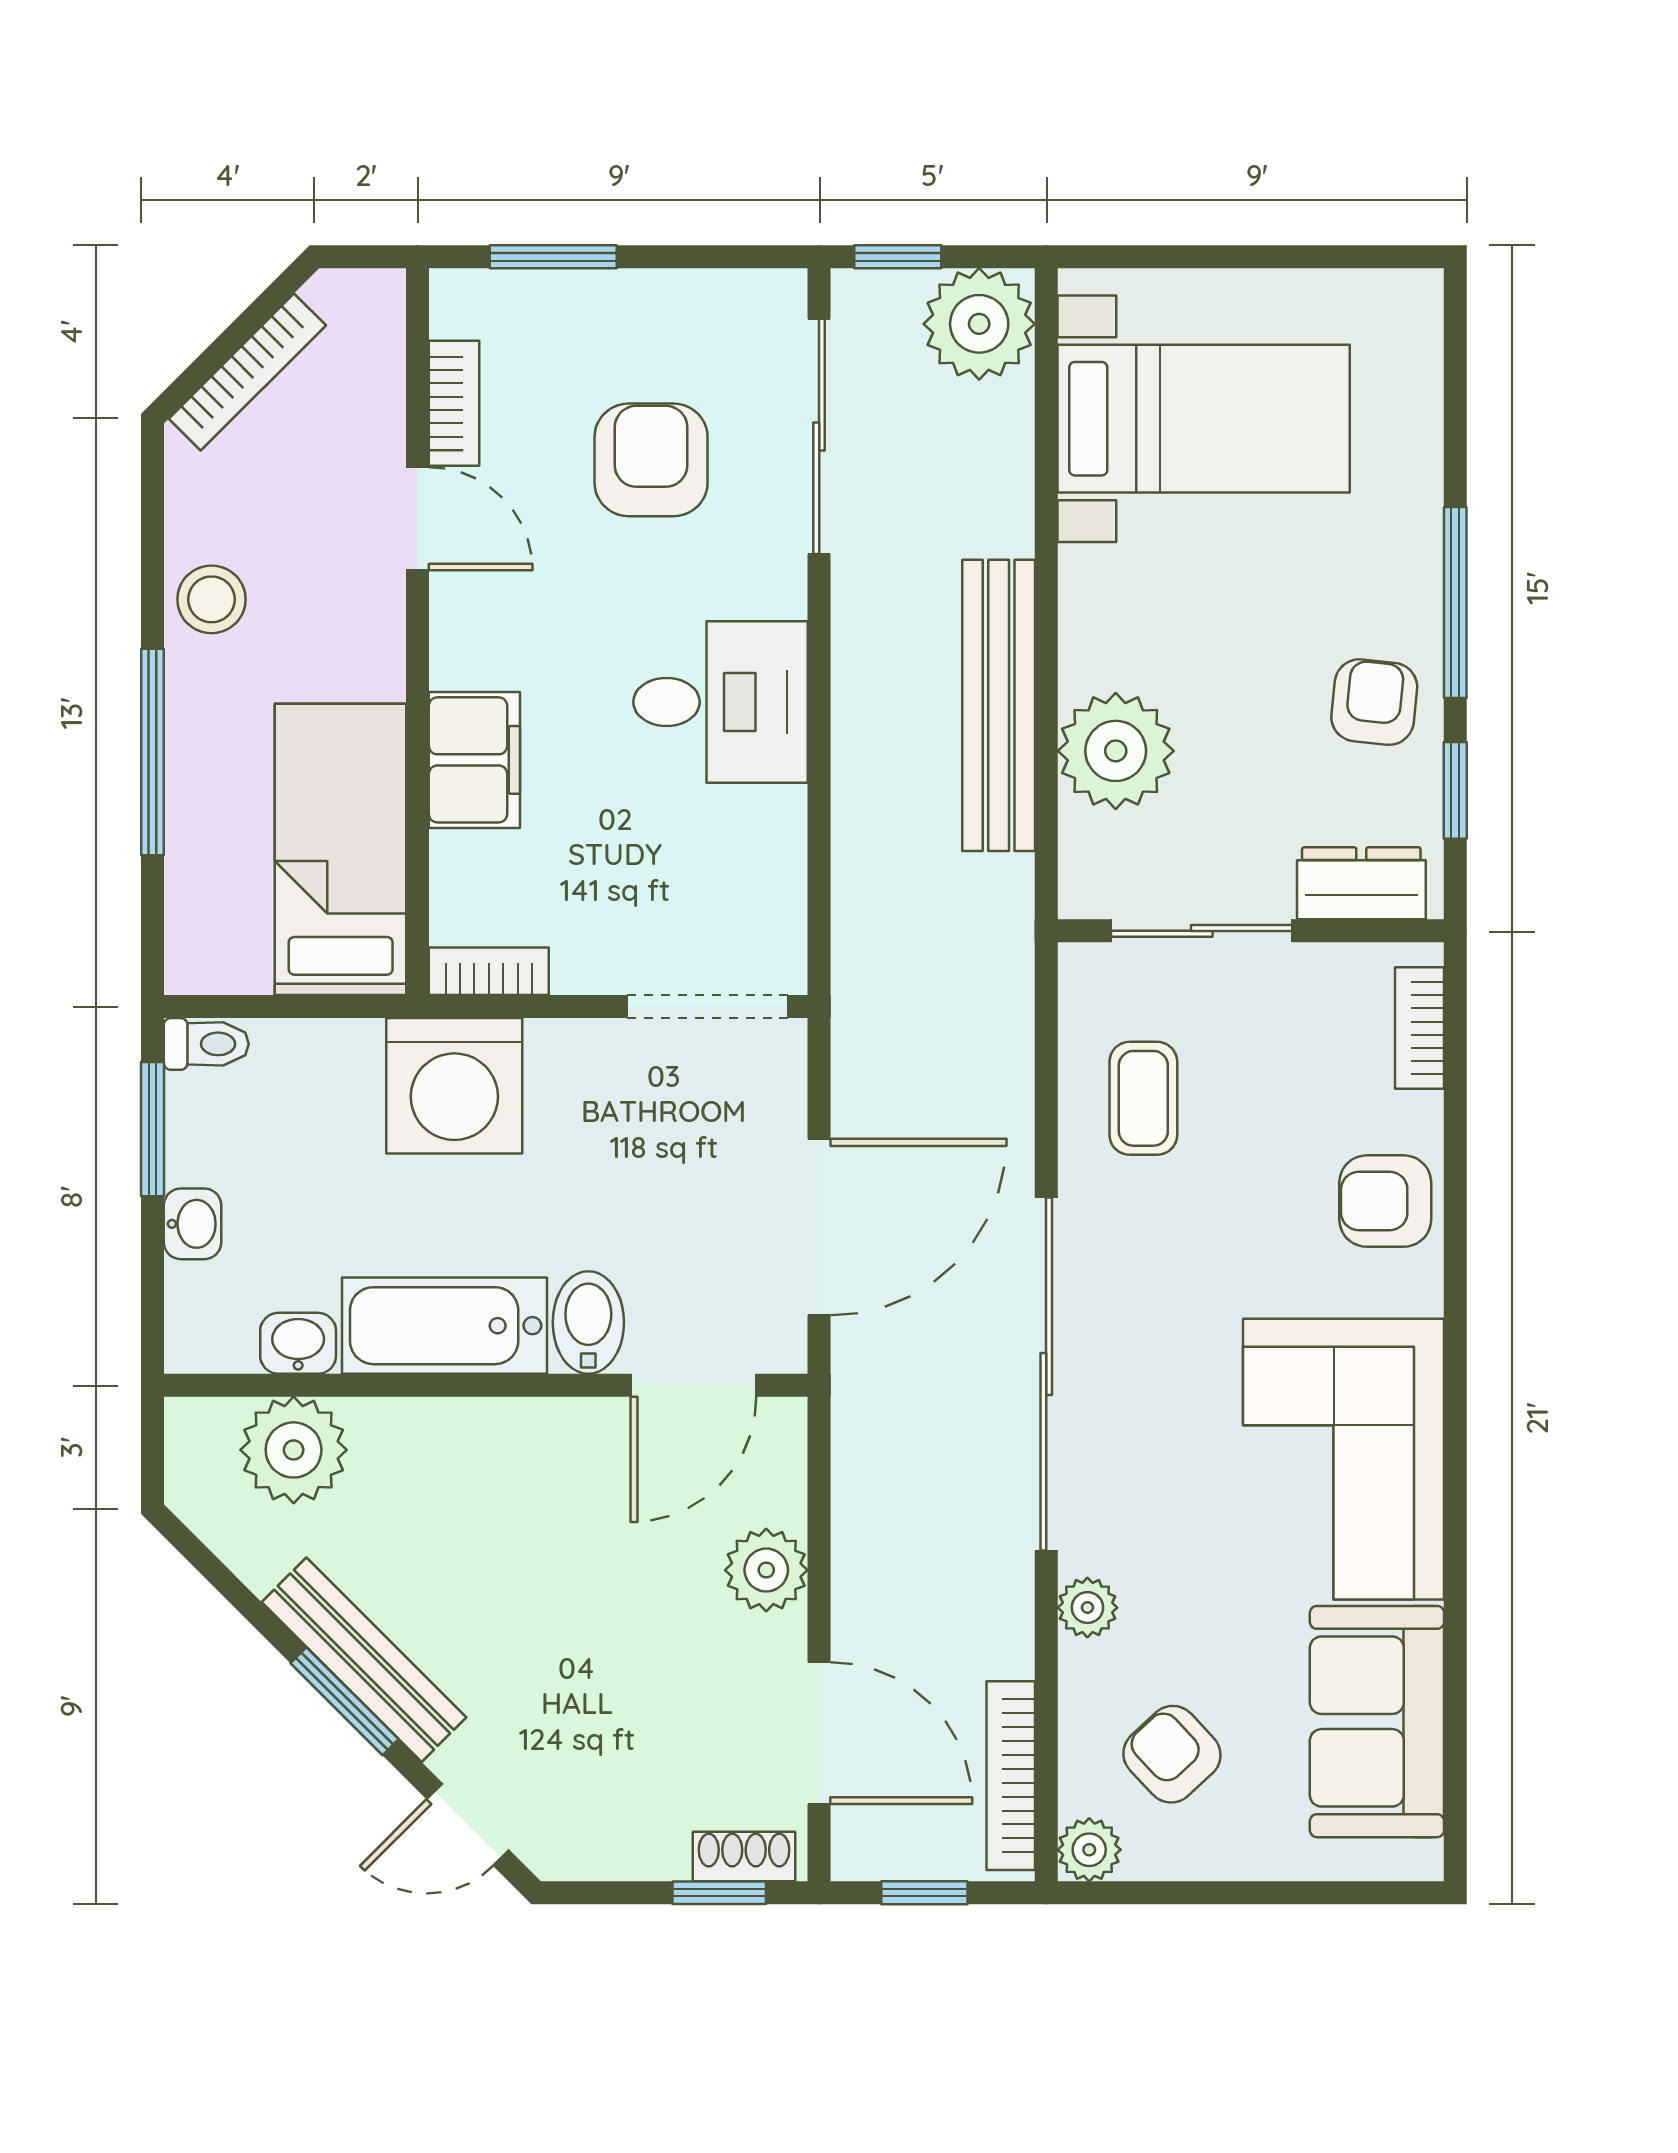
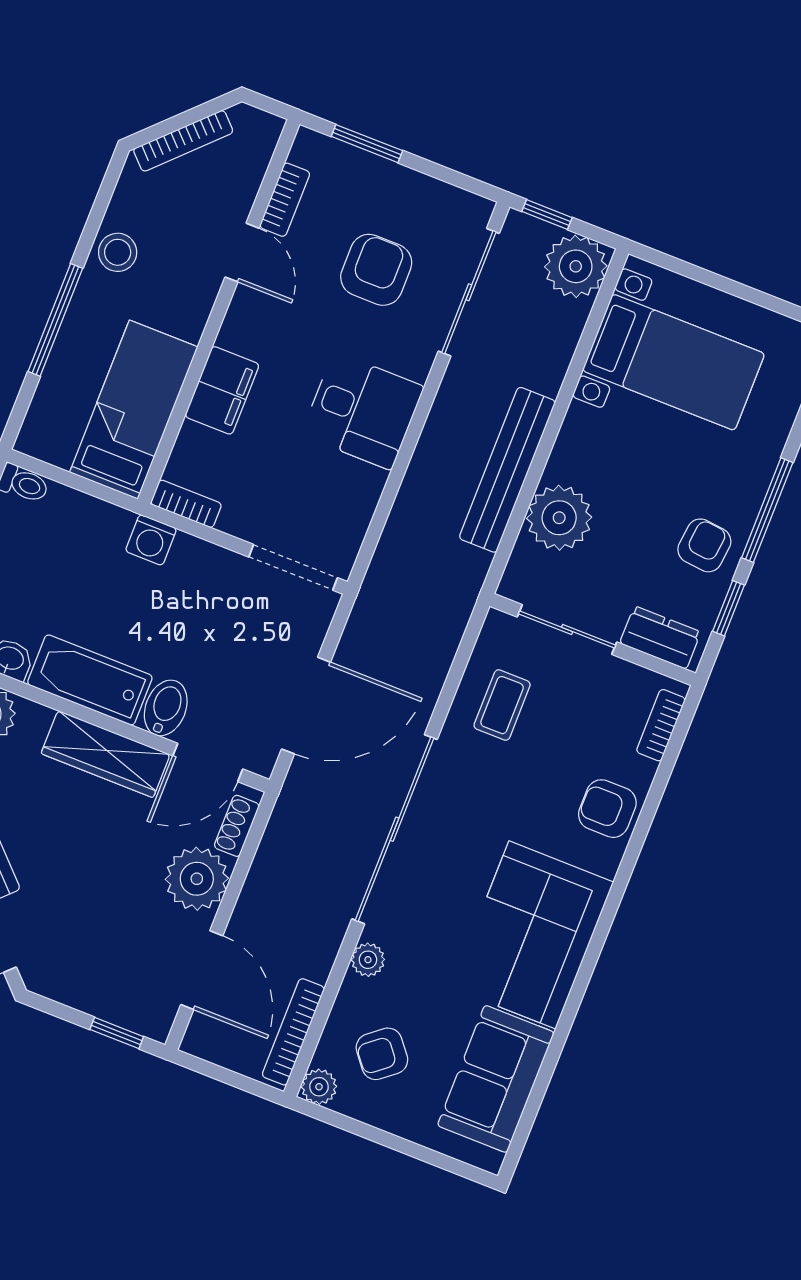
washing machine: (454, 1086) -> (151, 540), width x0.53, depth x0.53
wardrobe: (519, 1438) -> (106, 754), added
plant: (766, 1570) -> (197, 879), width x1.36, depth x1.36
armchair: (1172, 1754) -> (382, 1054), turned -86
shoe rack: (744, 1857) -> (237, 826), moved, turned -90
window: (924, 1893) -> (224, 1075), removed

